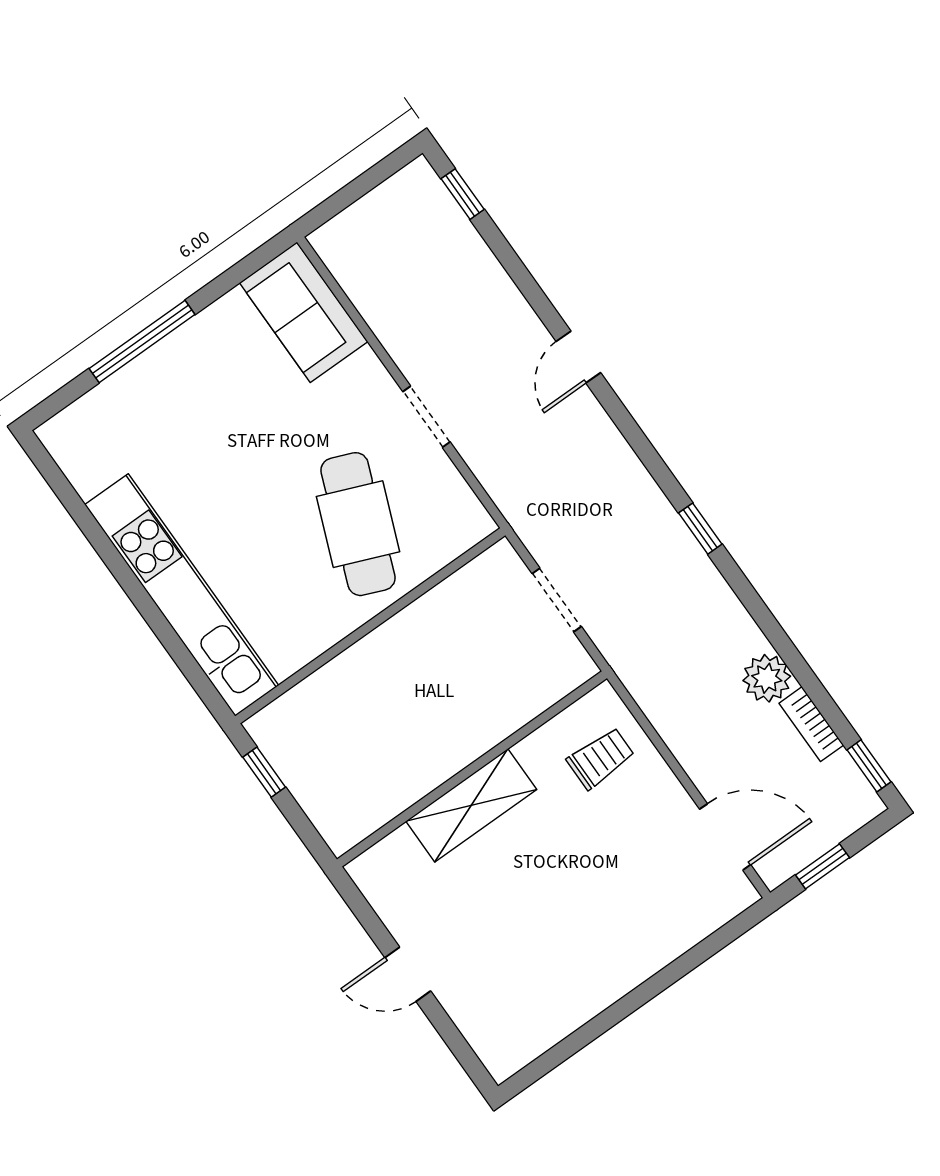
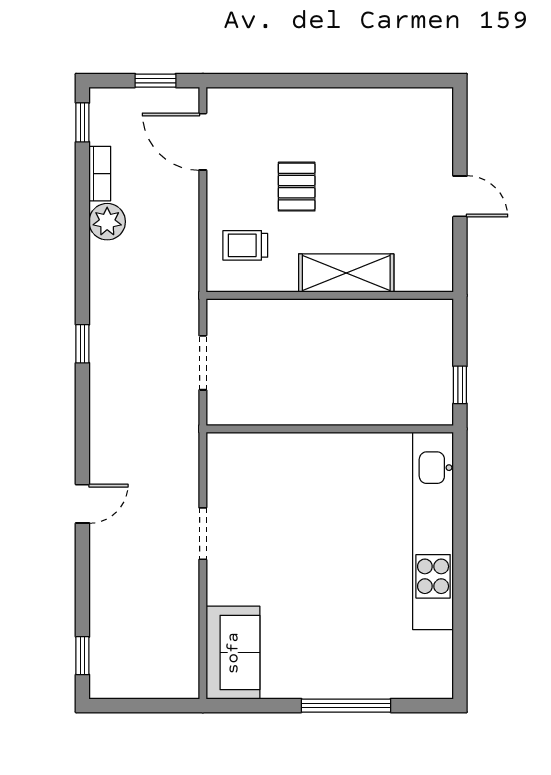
cafe table: (358, 524) -> (293, 497), removed
pallet: (590, 860) -> (297, 187), added

